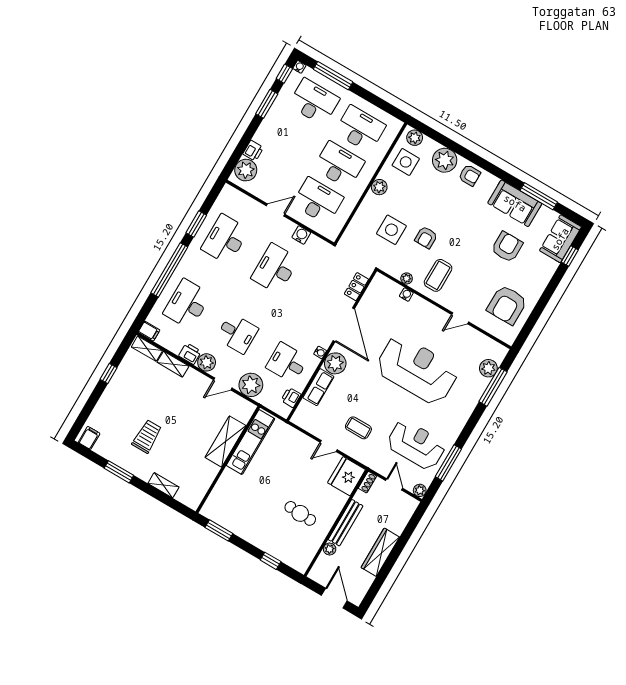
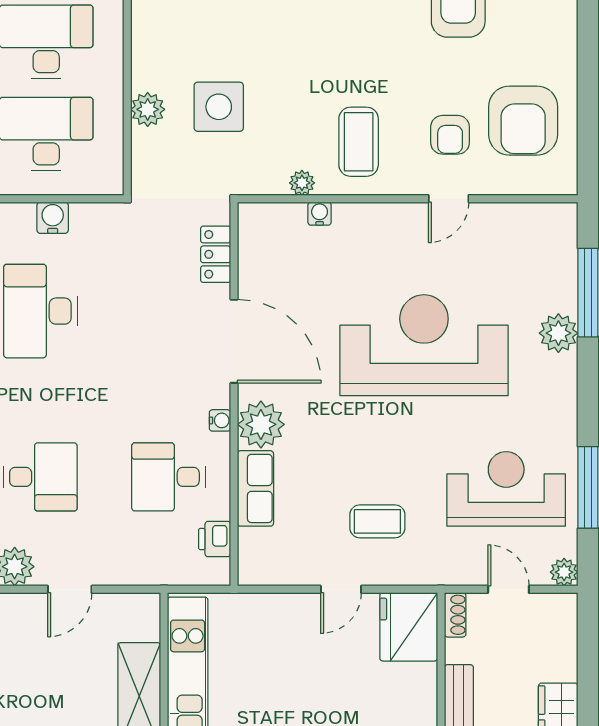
plant: (379, 187) -> (148, 109), moved
armchair: (426, 237) -> (450, 135), moved
plant: (488, 368) -> (558, 333), moved
plant: (251, 385) -> (124, 560), removed

